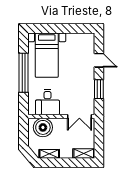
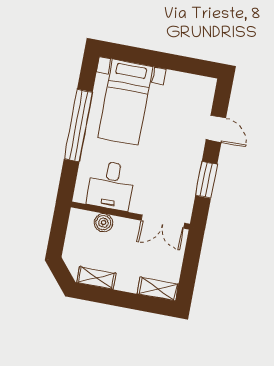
boiler: (43, 127) -> (103, 223), width x0.54, depth x0.54

